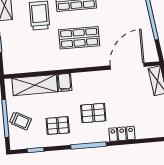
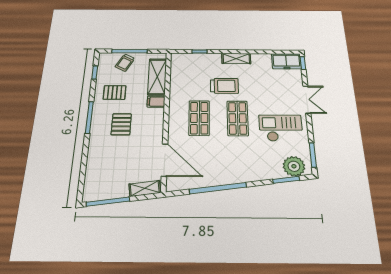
pallet: (58, 126) -> (115, 92), turned 90
locker: (122, 134) -> (95, 149), removed

